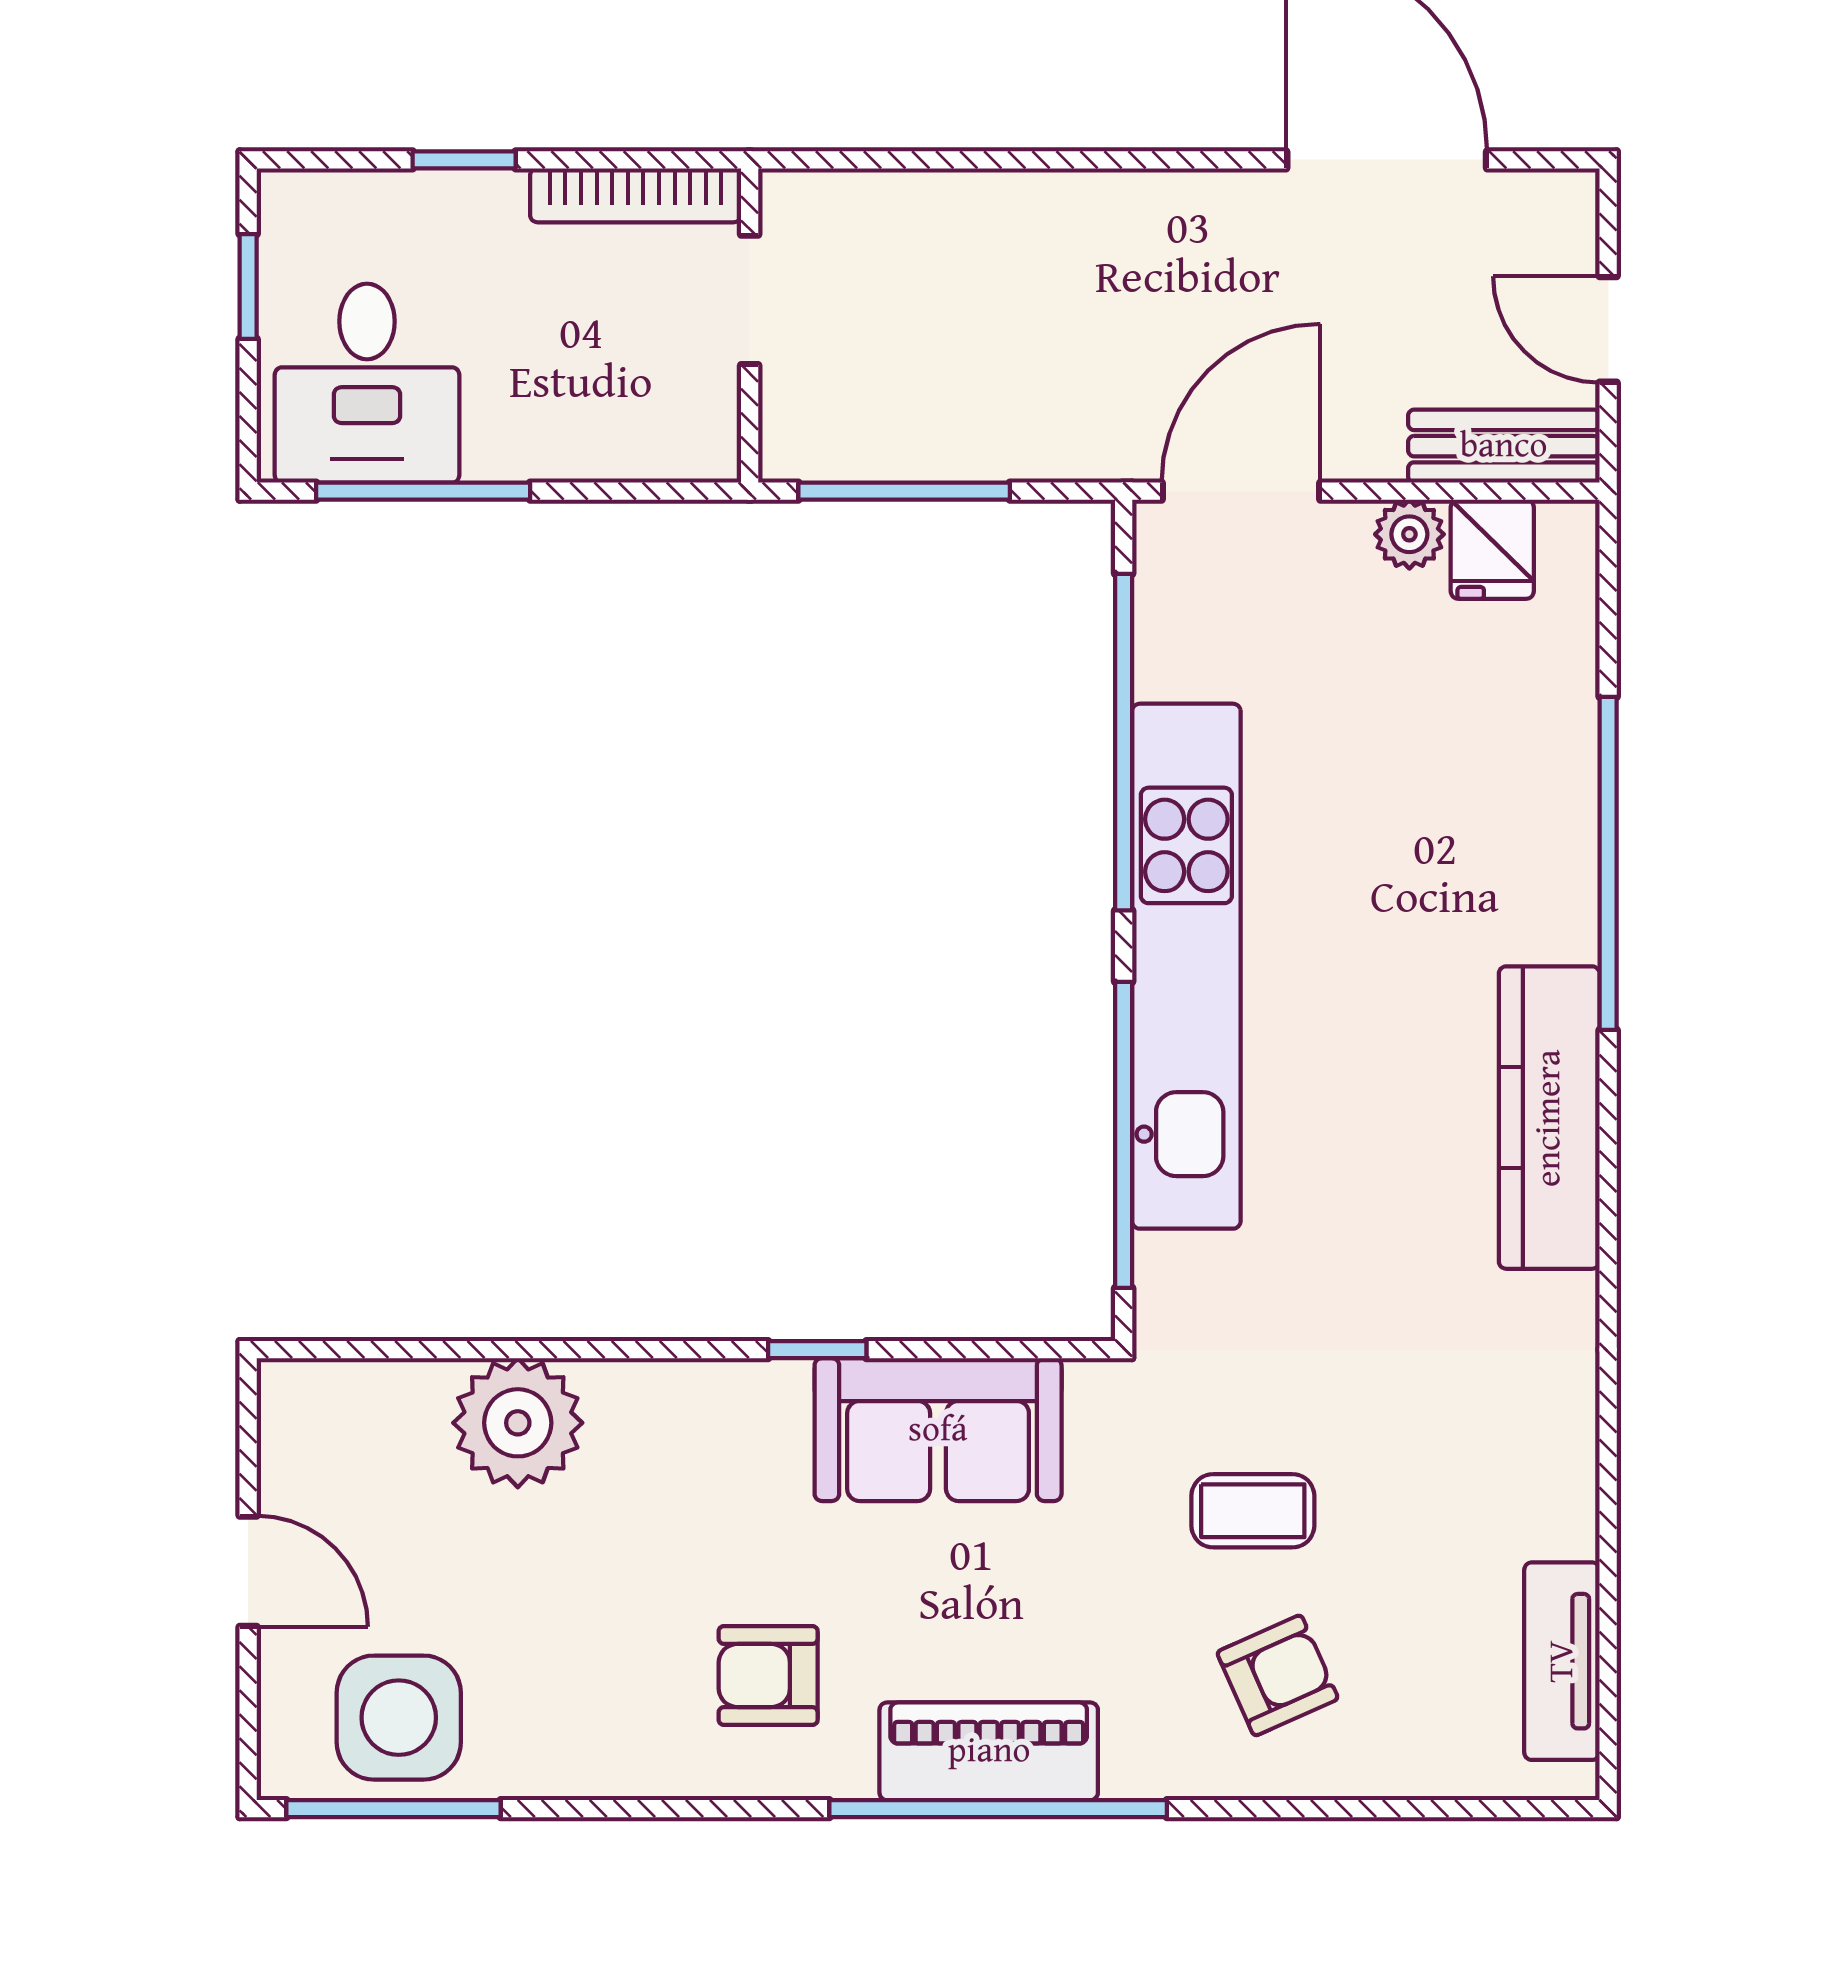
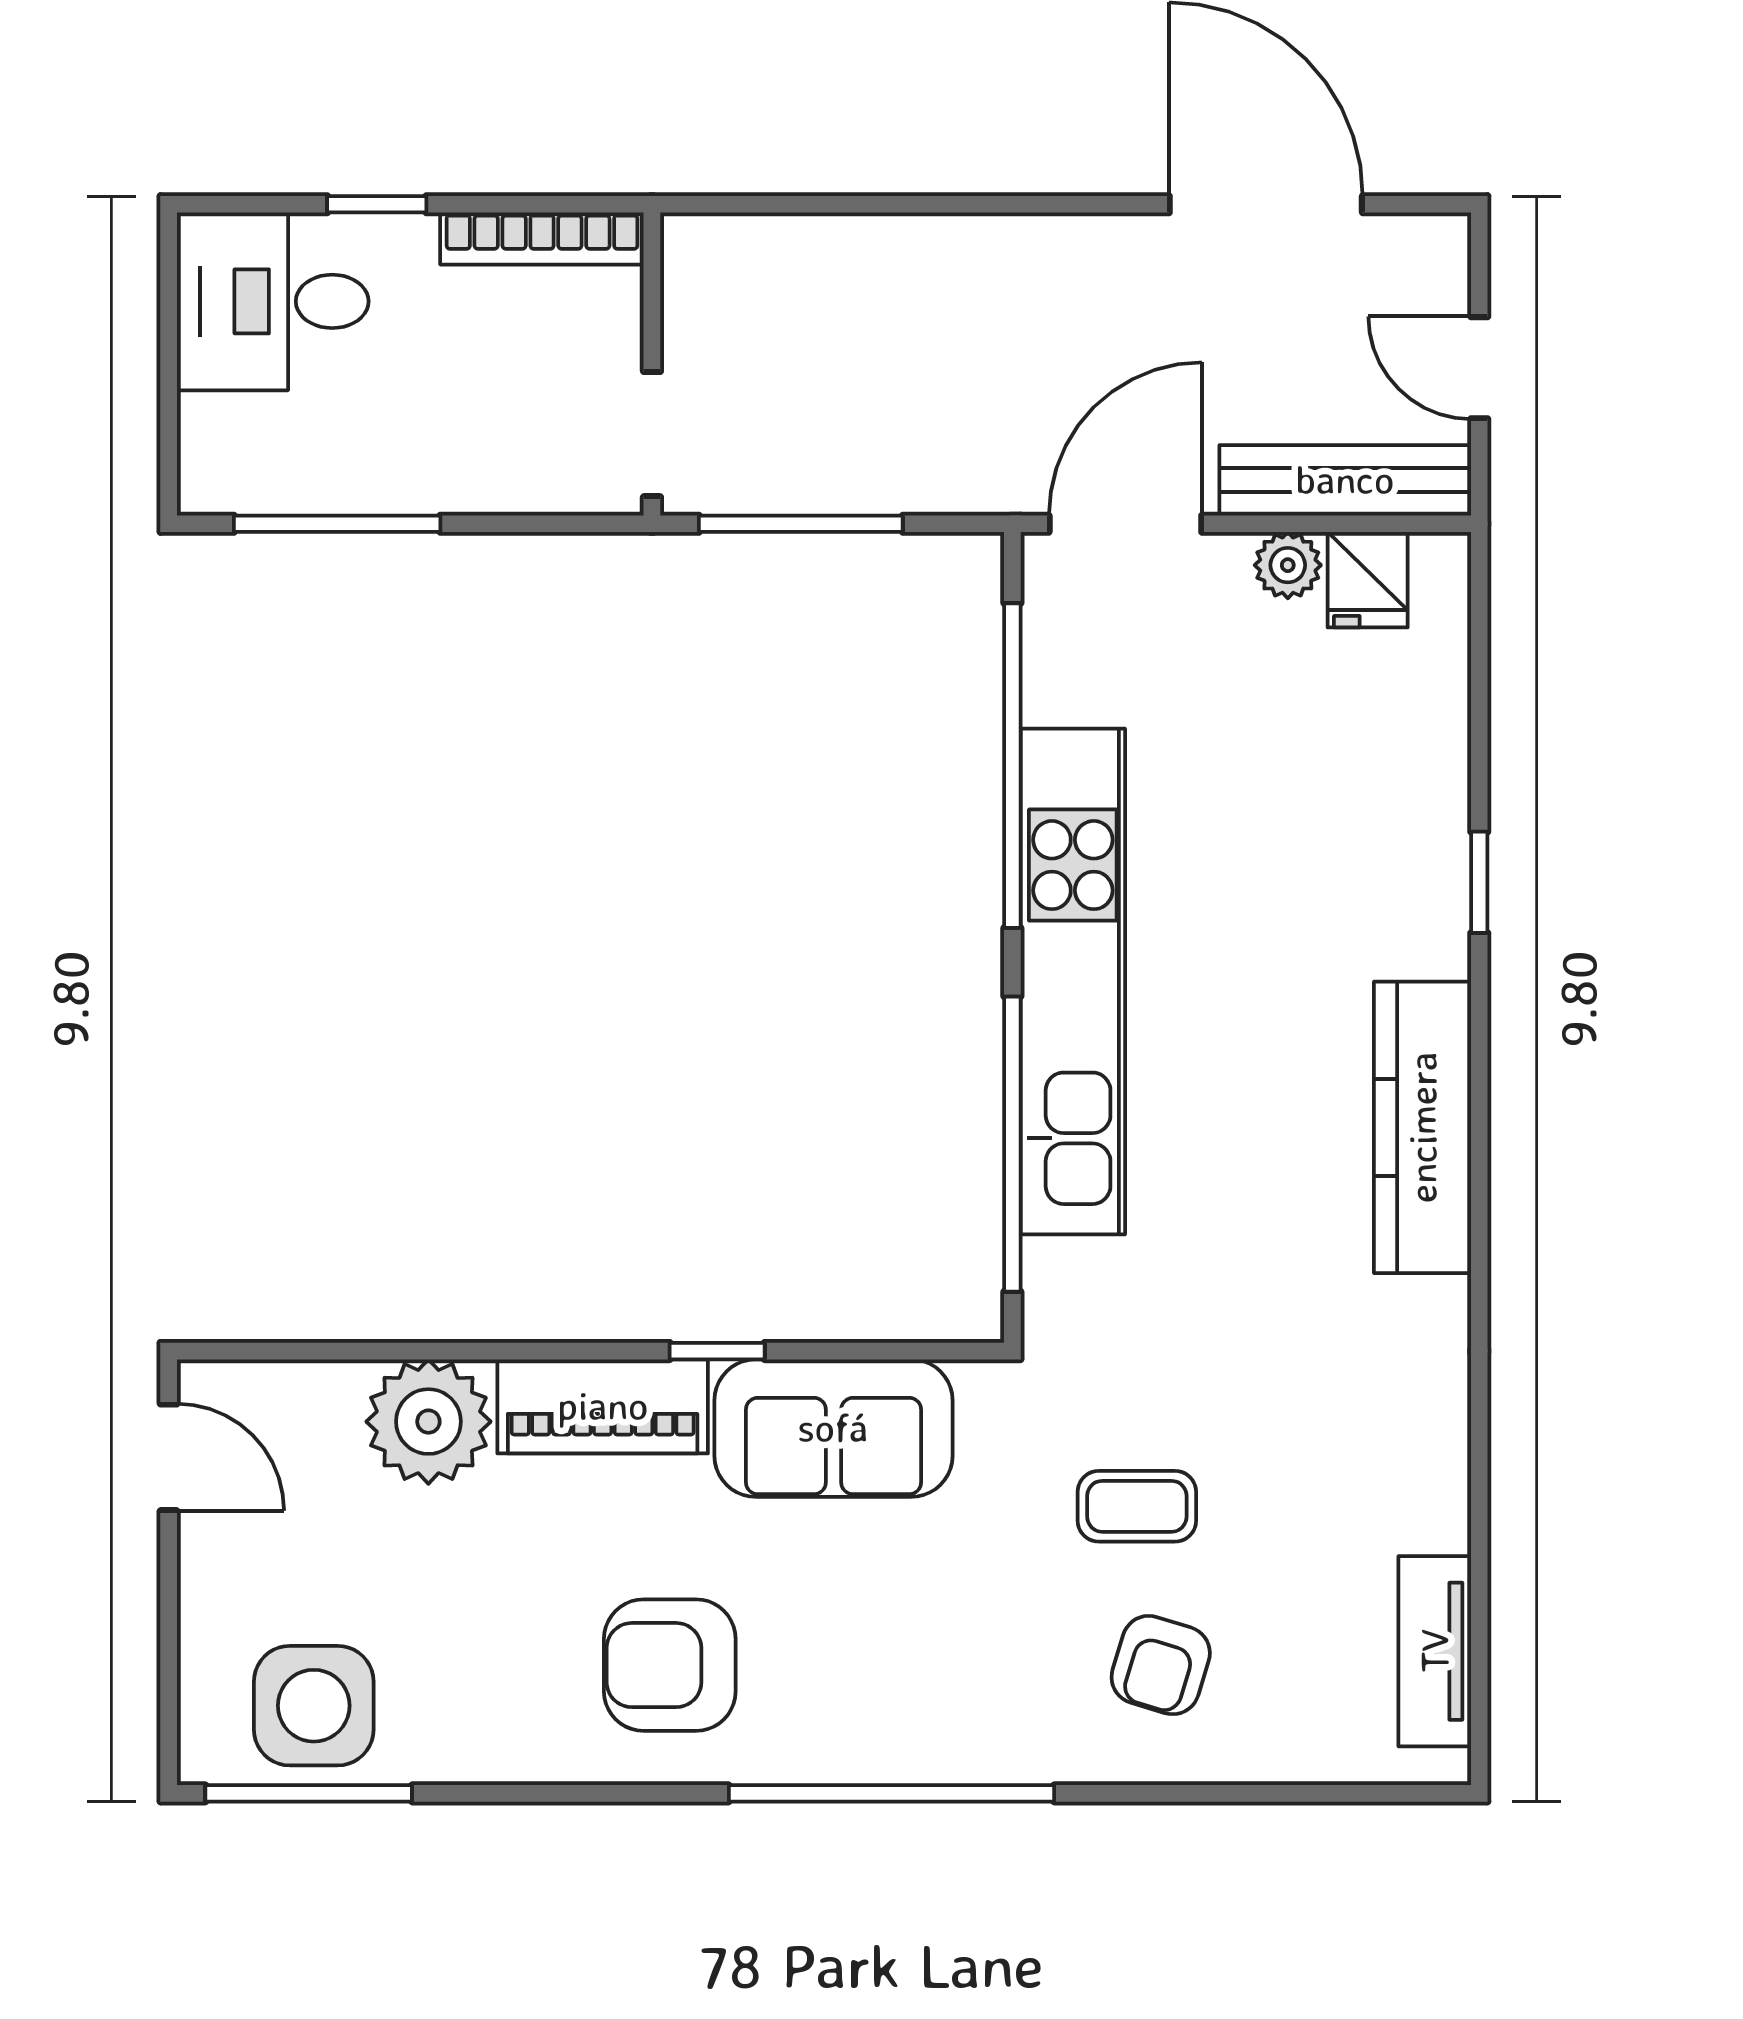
window: (248, 286) -> (169, 326), removed
doorway: (750, 300) -> (652, 434), moved
desk: (367, 383) -> (273, 301), moved, turned 90
bench: (1504, 446) -> (1345, 480), width x1.36
window: (1608, 863) -> (1479, 882), width x0.32
door: (248, 1571) -> (169, 1457), moved
armchair: (768, 1675) -> (670, 1665), width x1.38, depth x1.38
armchair: (1278, 1675) -> (1161, 1665), turned 131
piano: (989, 1751) -> (603, 1406), moved, turned 180

